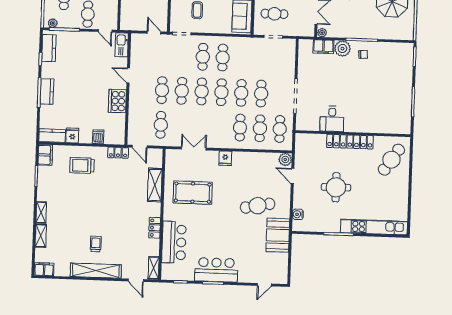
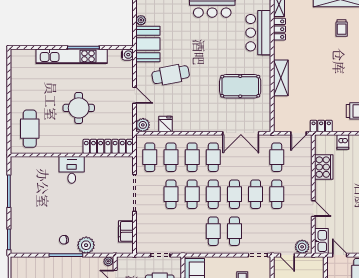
plant: (140, 40) -> (302, 247), added
filing cabinet: (323, 47) -> (126, 231), moved, turned -90
cooker: (117, 101) -> (324, 167), moved
desk: (332, 119) -> (72, 170), moved
cafe table: (220, 127) -> (213, 157), added
locker: (350, 142) -> (108, 146), moved
door: (140, 147) -> (298, 133), swing flipped
double door: (194, 148) -> (241, 133), width x1.37
fridge: (225, 158) -> (165, 124), moved
cafe table: (391, 160) -> (30, 129), turned -34
door: (293, 176) -> (135, 95), moved
shelving: (155, 185) -> (281, 78), moved
round table: (336, 187) -> (79, 108), moved
water cooler: (298, 214) -> (127, 55), moved
kitchen unit: (374, 227) -> (72, 56), moved
locker: (155, 228) -> (280, 29), moved
plant: (284, 258) -> (141, 20), added

